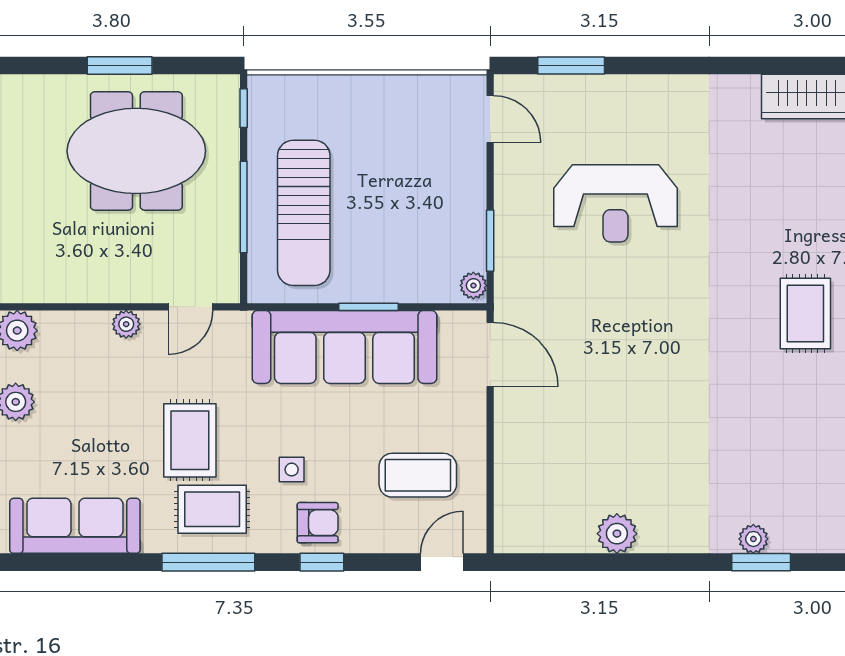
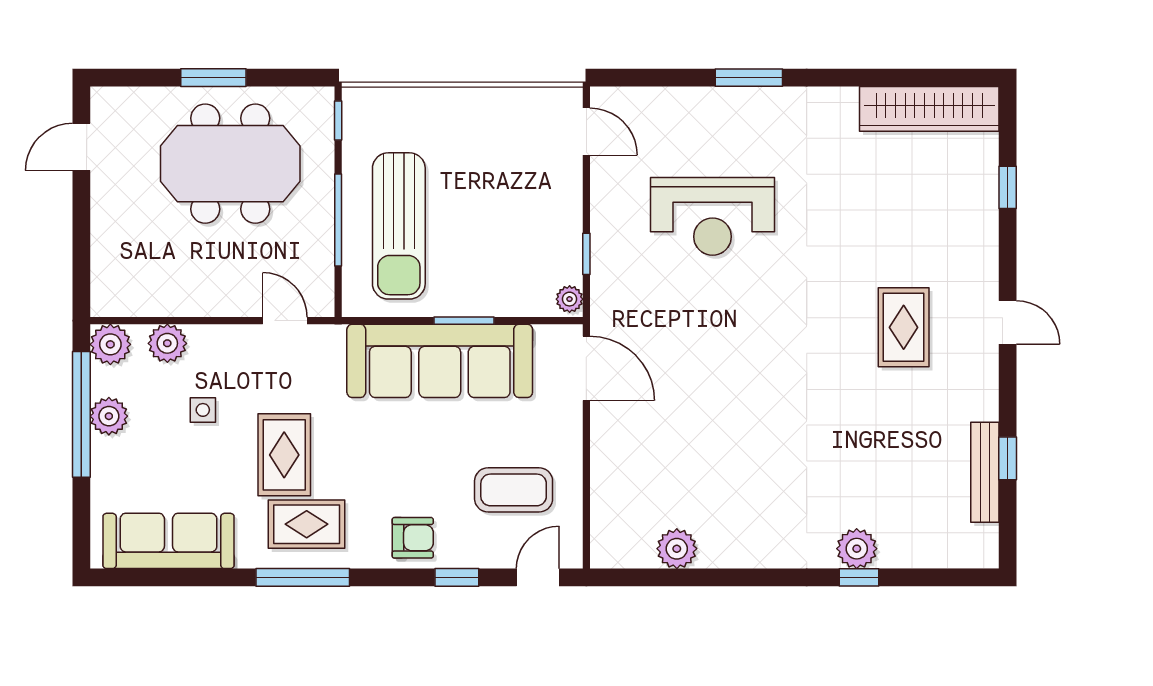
window: (571, 65) -> (749, 78), moved
window: (490, 241) -> (586, 254), width x0.67
door: (191, 307) -> (285, 321), swing flipped
plant: (126, 324) -> (167, 343), moved, width x1.38, depth x1.38
side table: (292, 470) -> (203, 410), moved
plant: (617, 534) -> (677, 549), moved
plant: (753, 539) -> (857, 549), width x1.38, depth x1.38
window: (322, 562) -> (457, 577), moved
window: (761, 562) -> (859, 577), width x0.67

